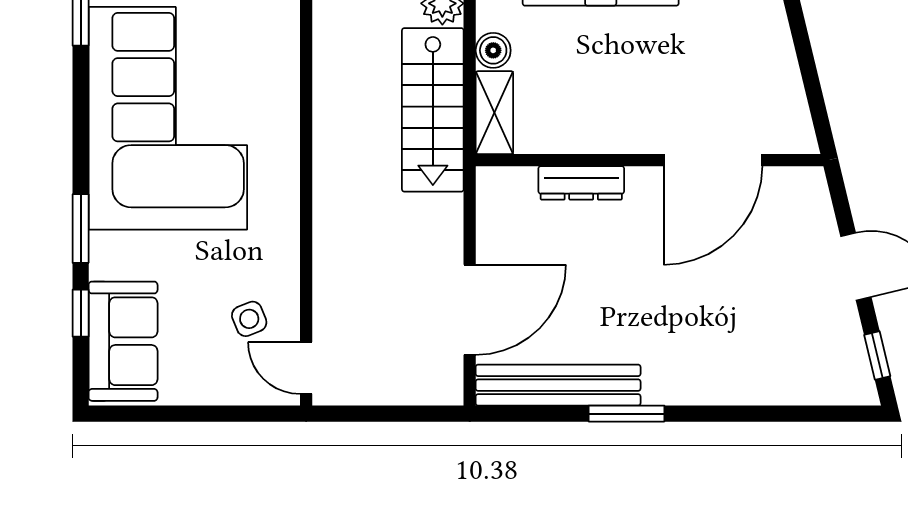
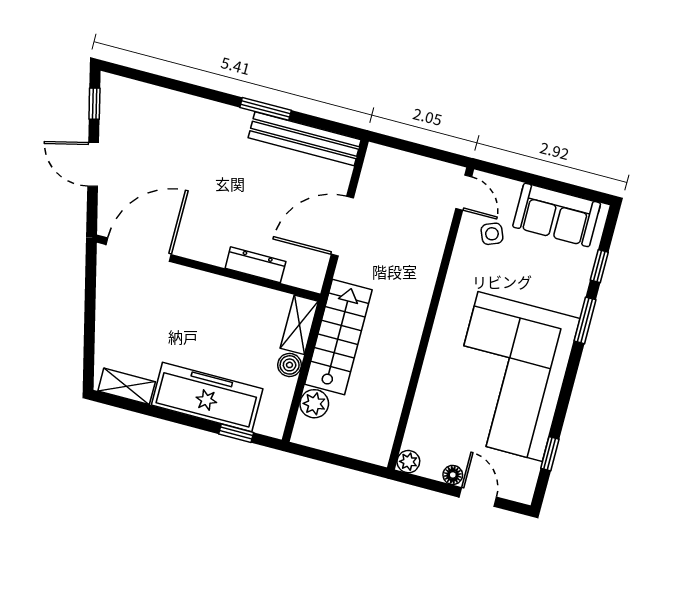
door: (713, 160) -> (139, 250), moved
door: (470, 310) -> (342, 226), moved
sofa: (123, 341) -> (557, 215), moved, turned -90

